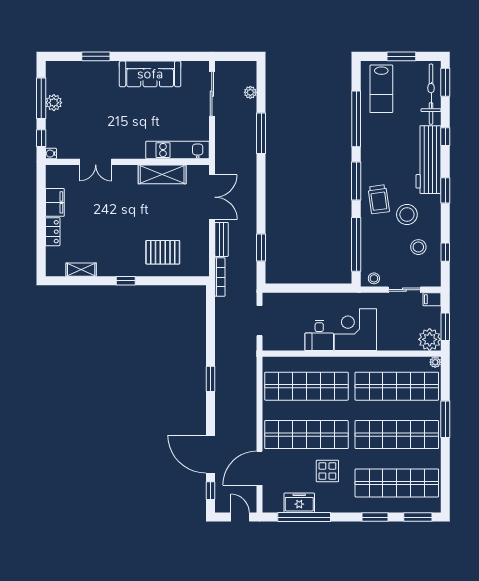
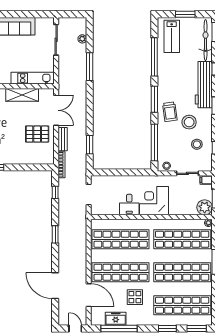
pallet: (163, 252) -> (37, 134), moved
door: (260, 468) -> (89, 295), swing flipped
window: (210, 491) -> (55, 192), moved

